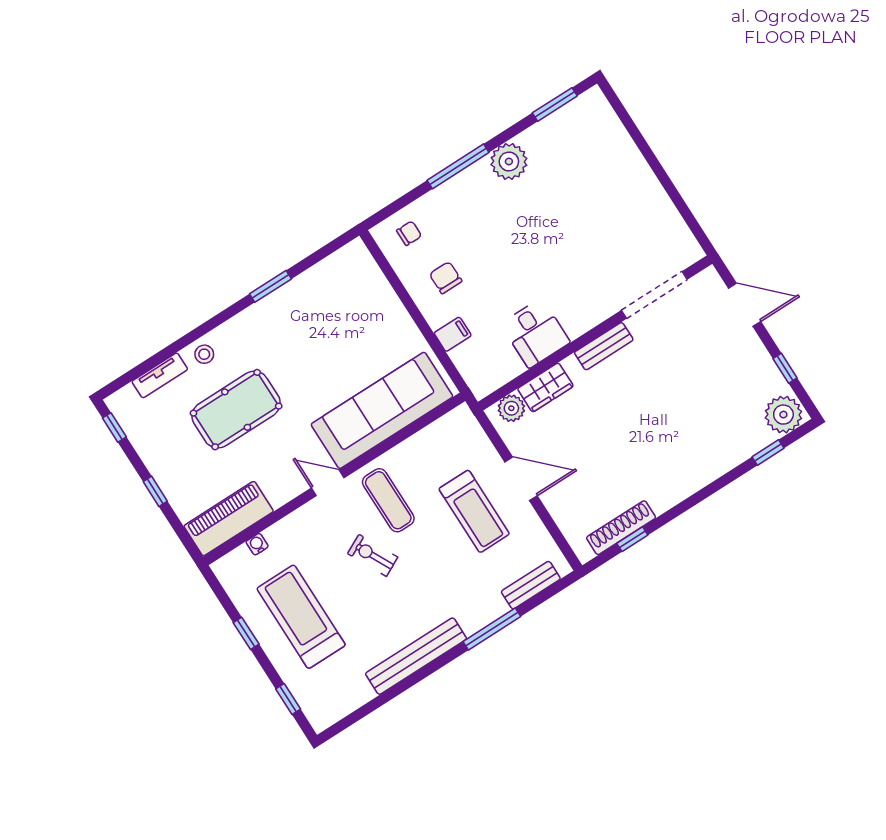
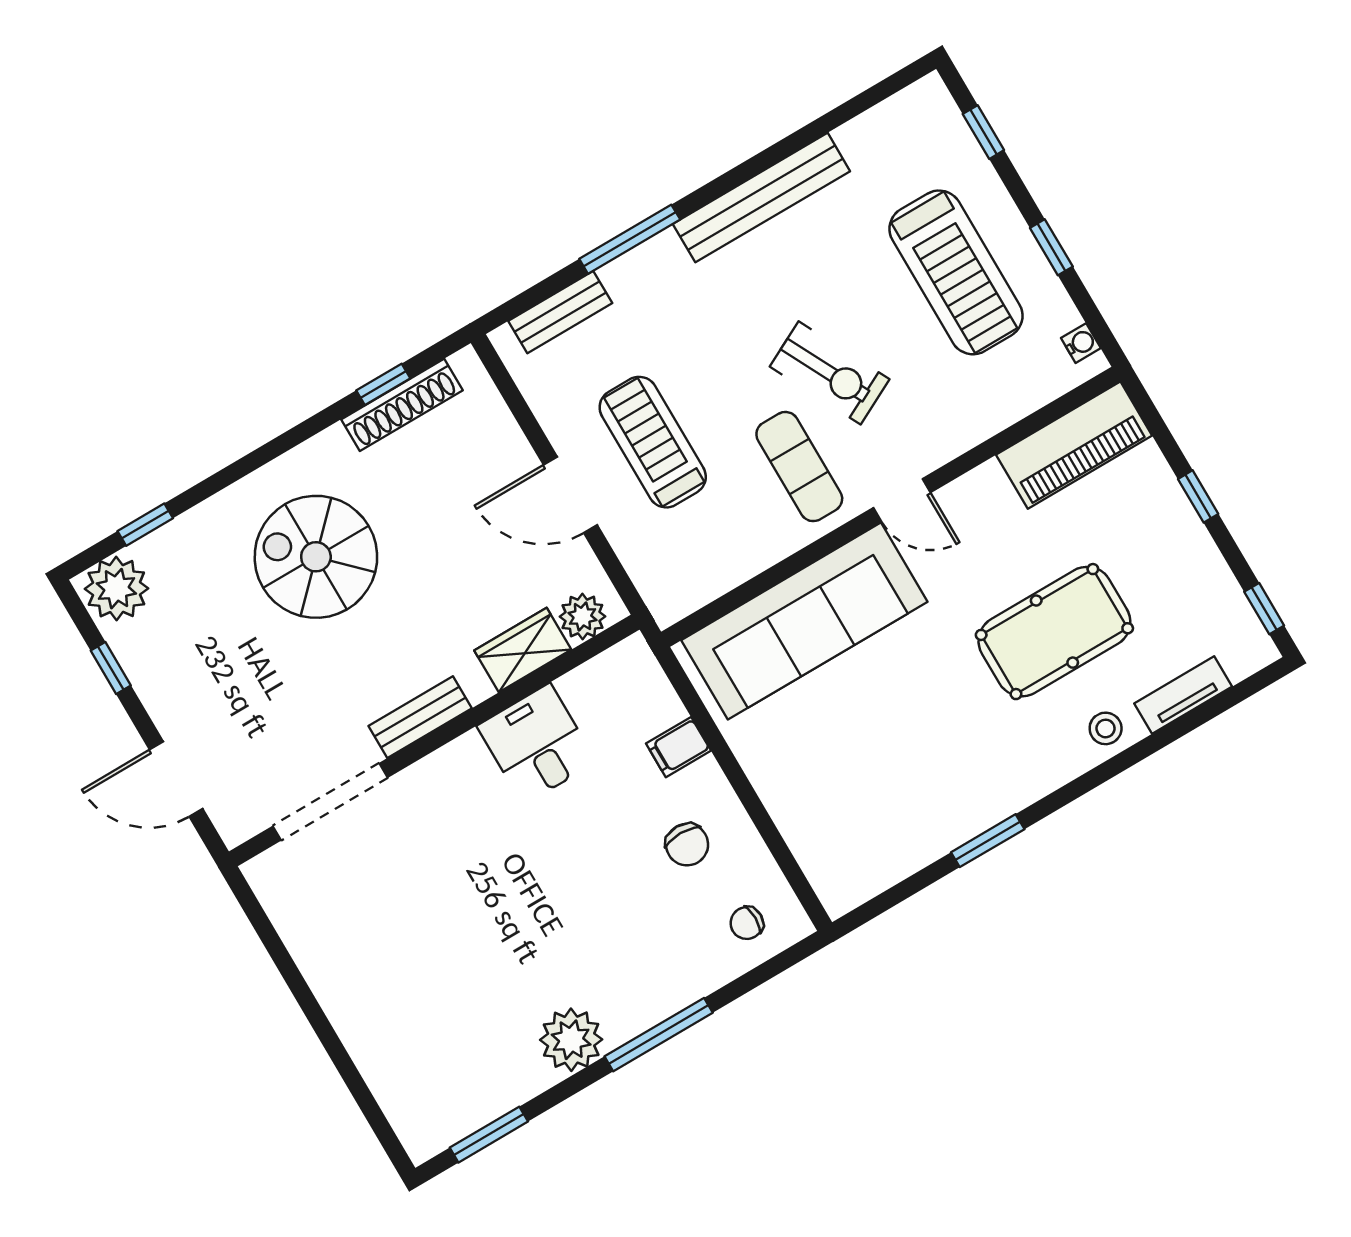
spiral stairs: (668, 437) -> (316, 557), added
water cooler: (257, 544) -> (1081, 343), moved, turned -90
exercise bike: (373, 555) -> (830, 373), width x1.38, depth x1.39

